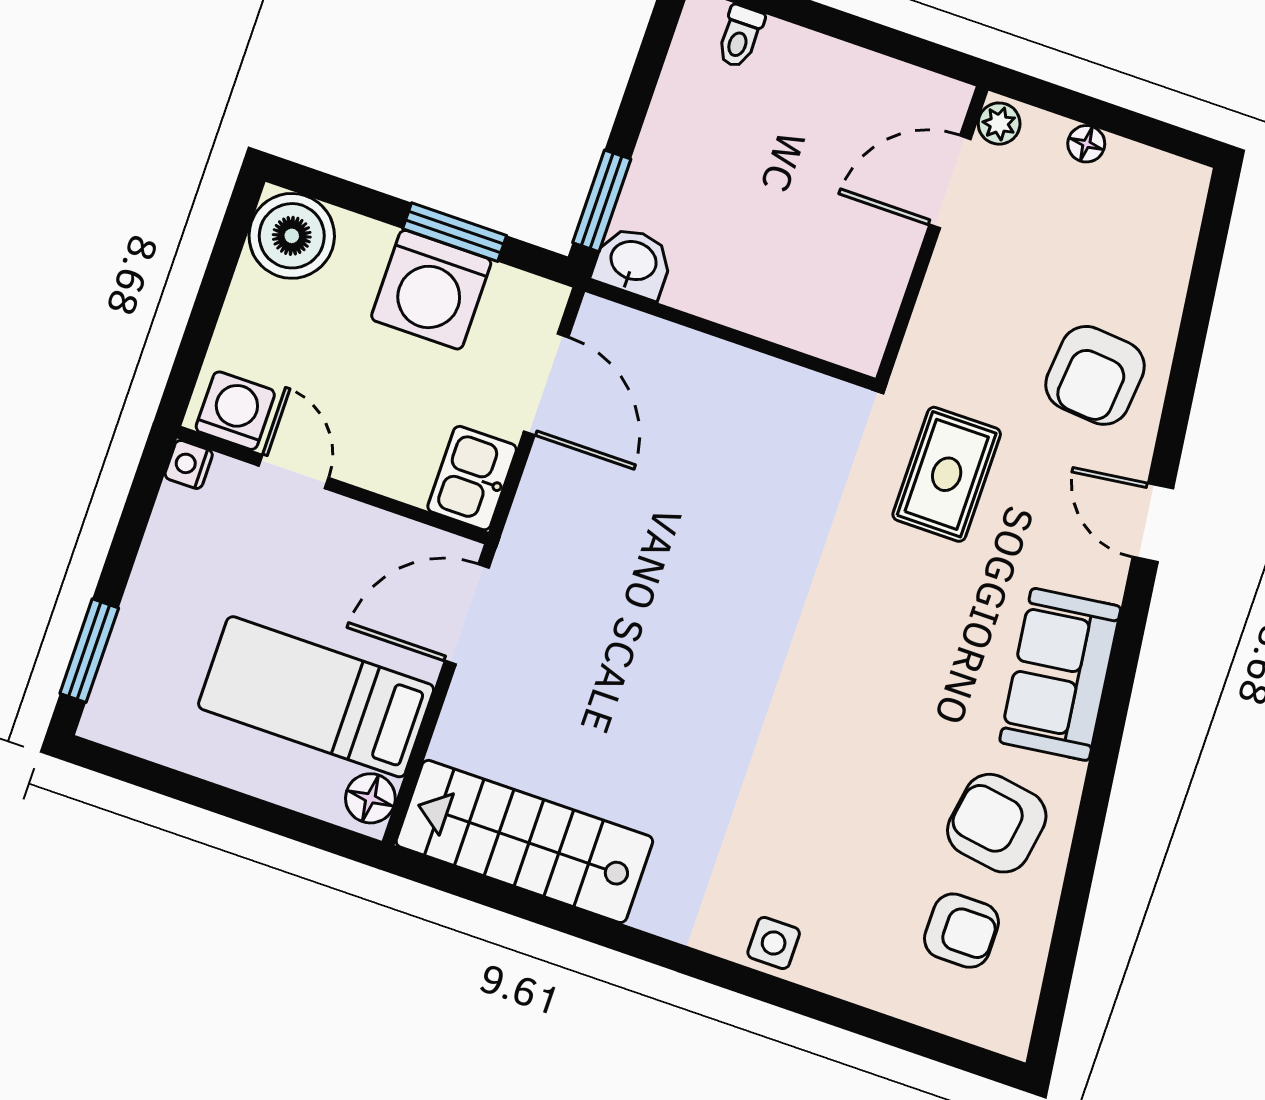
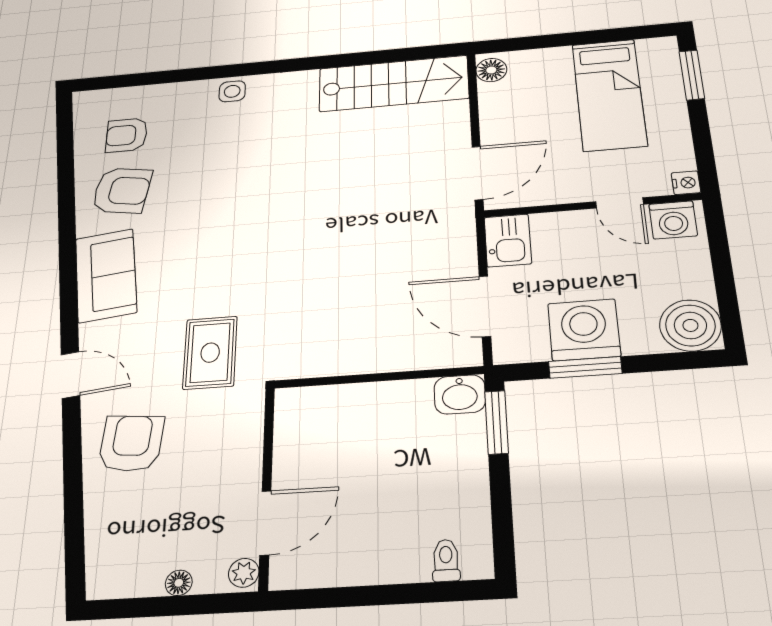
bed: (316, 697) -> (609, 94), moved, turned 90

